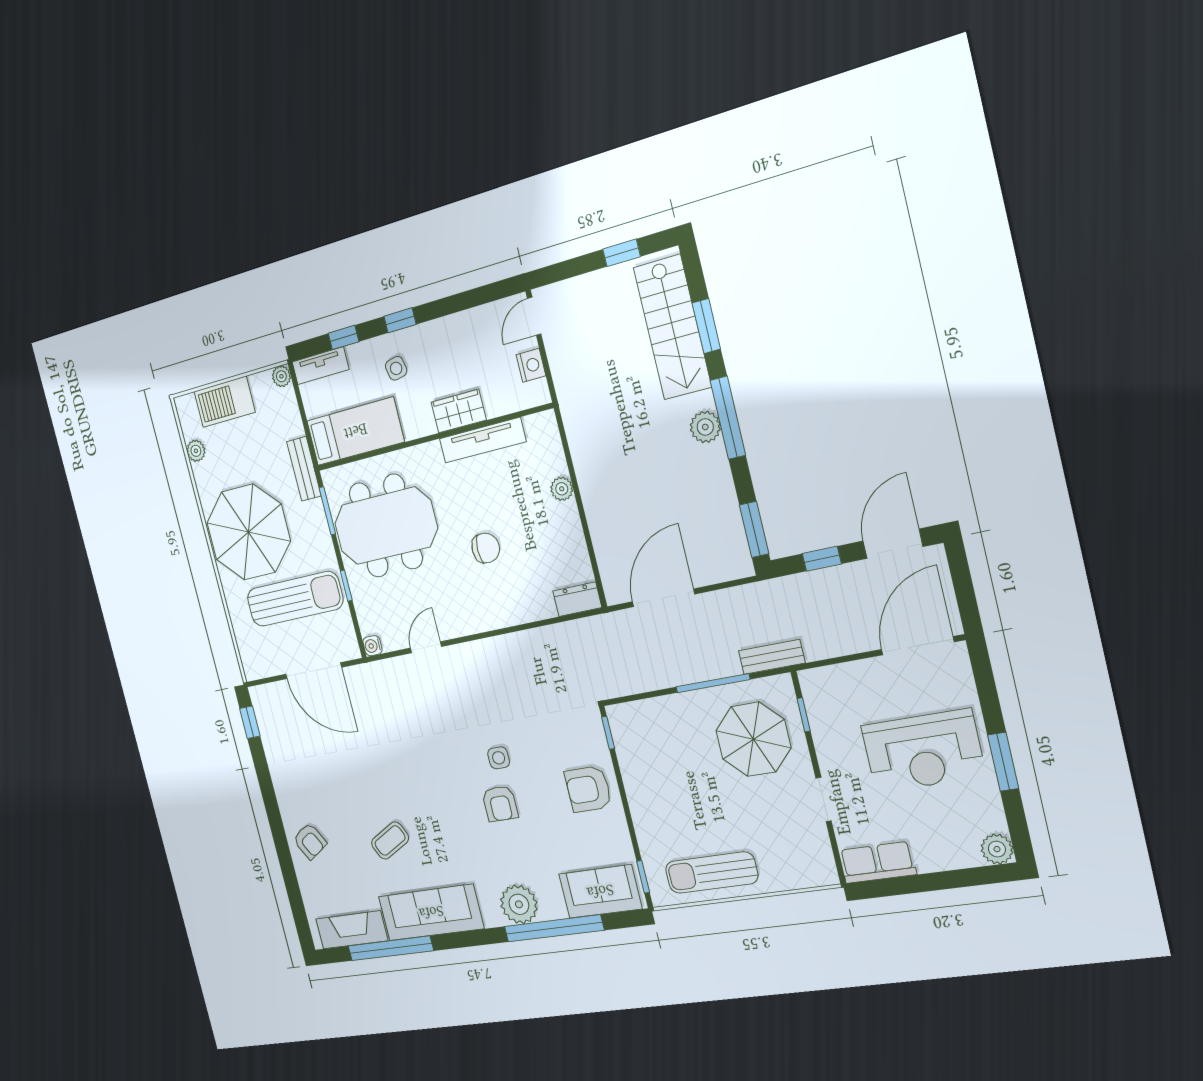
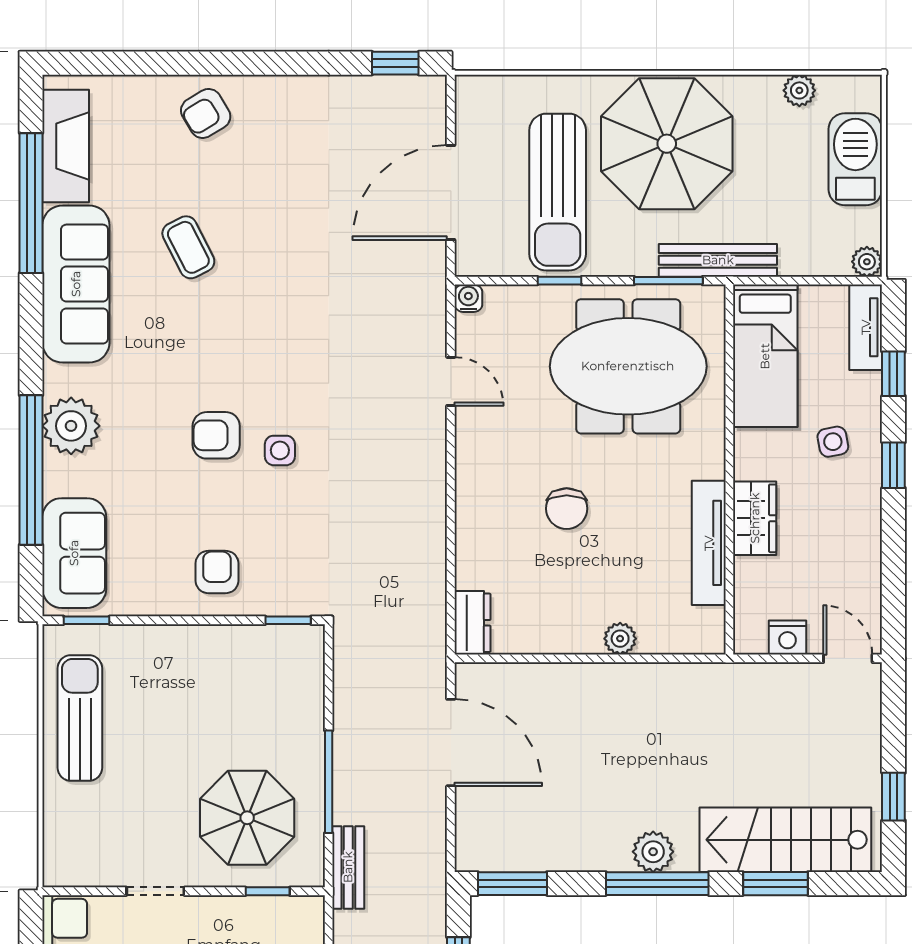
bench: (304, 469) -> (718, 260), width x1.36
meeting table: (386, 526) -> (628, 366), turned 90
armchair: (588, 789) -> (217, 572), width x0.72, depth x0.72

